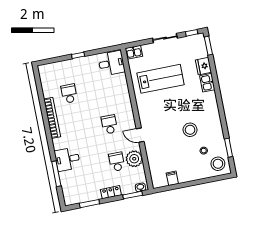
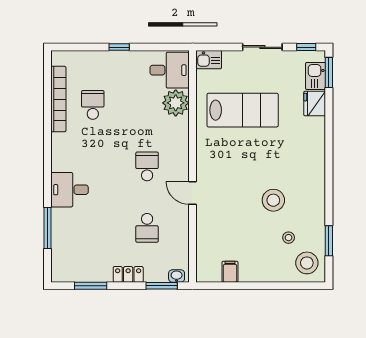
kitchen sink: (207, 83) -> (316, 76), moved
bookcase: (52, 118) -> (58, 99), moved
desk: (67, 159) -> (70, 190), moved
plant: (134, 159) -> (176, 103), moved
school desk: (117, 162) -> (147, 228), turned 180

